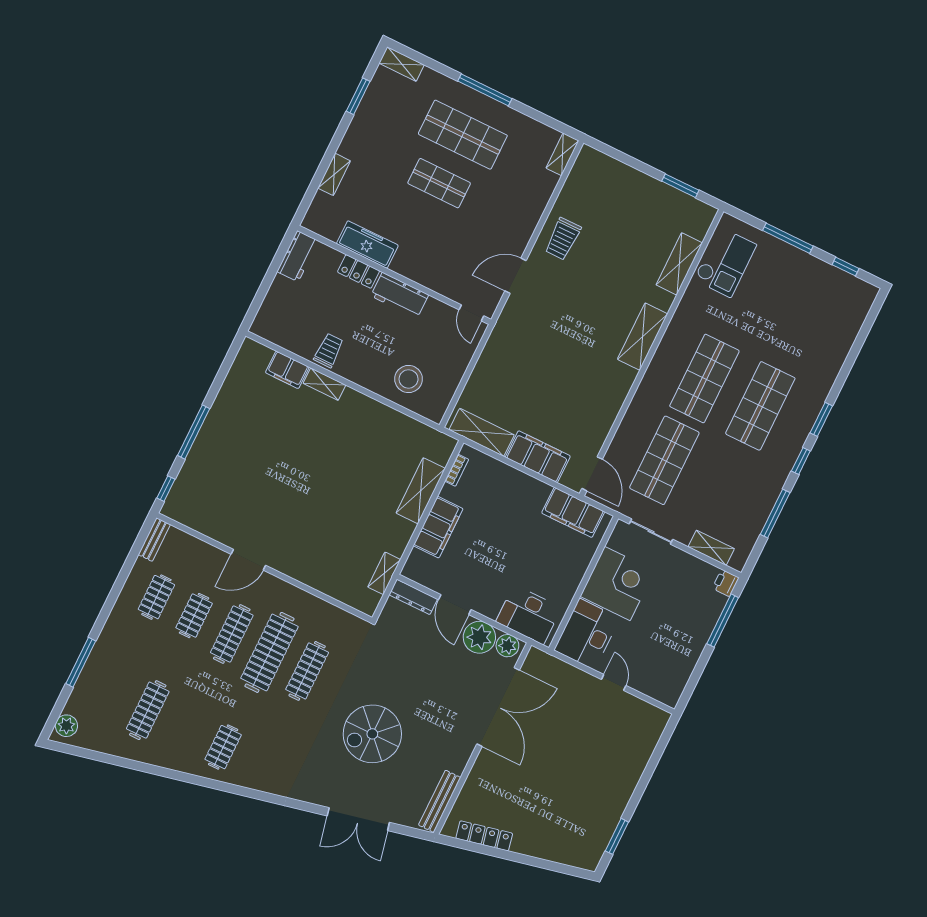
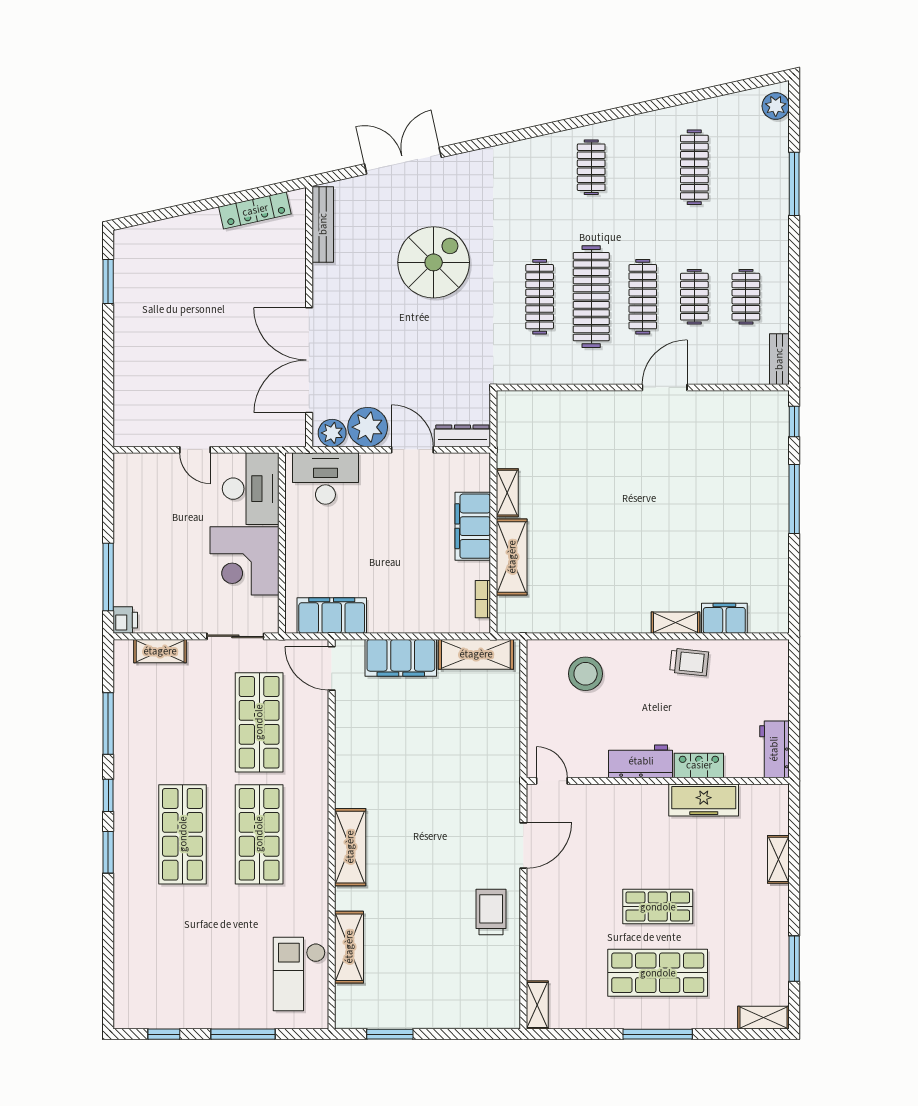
trolley: (329, 350) -> (689, 662), turned -84
shelving: (384, 573) -> (507, 493), moved

